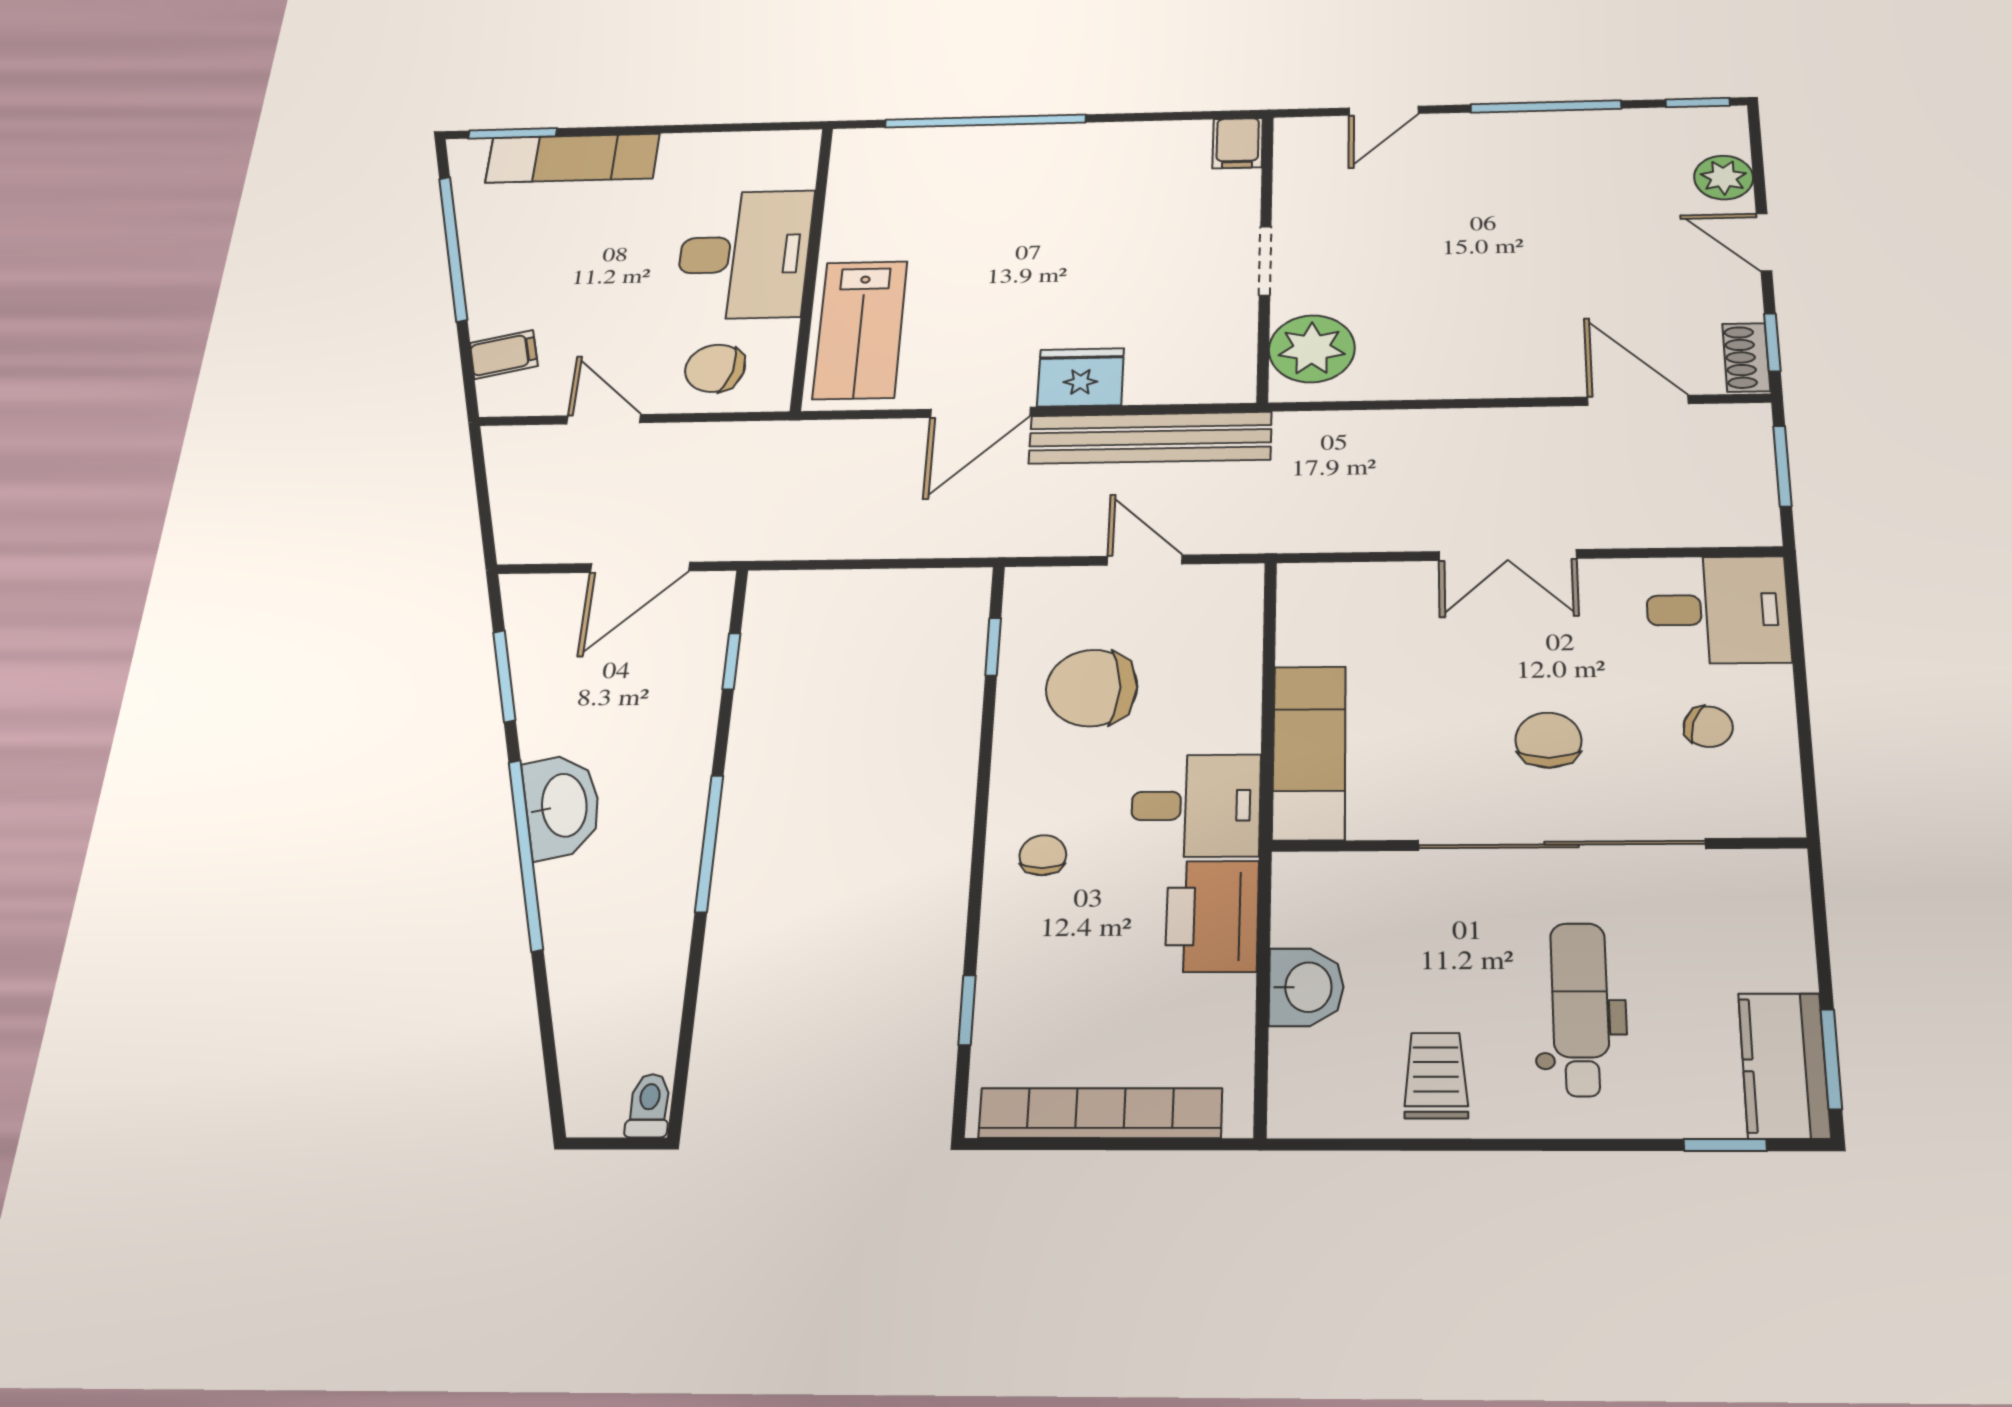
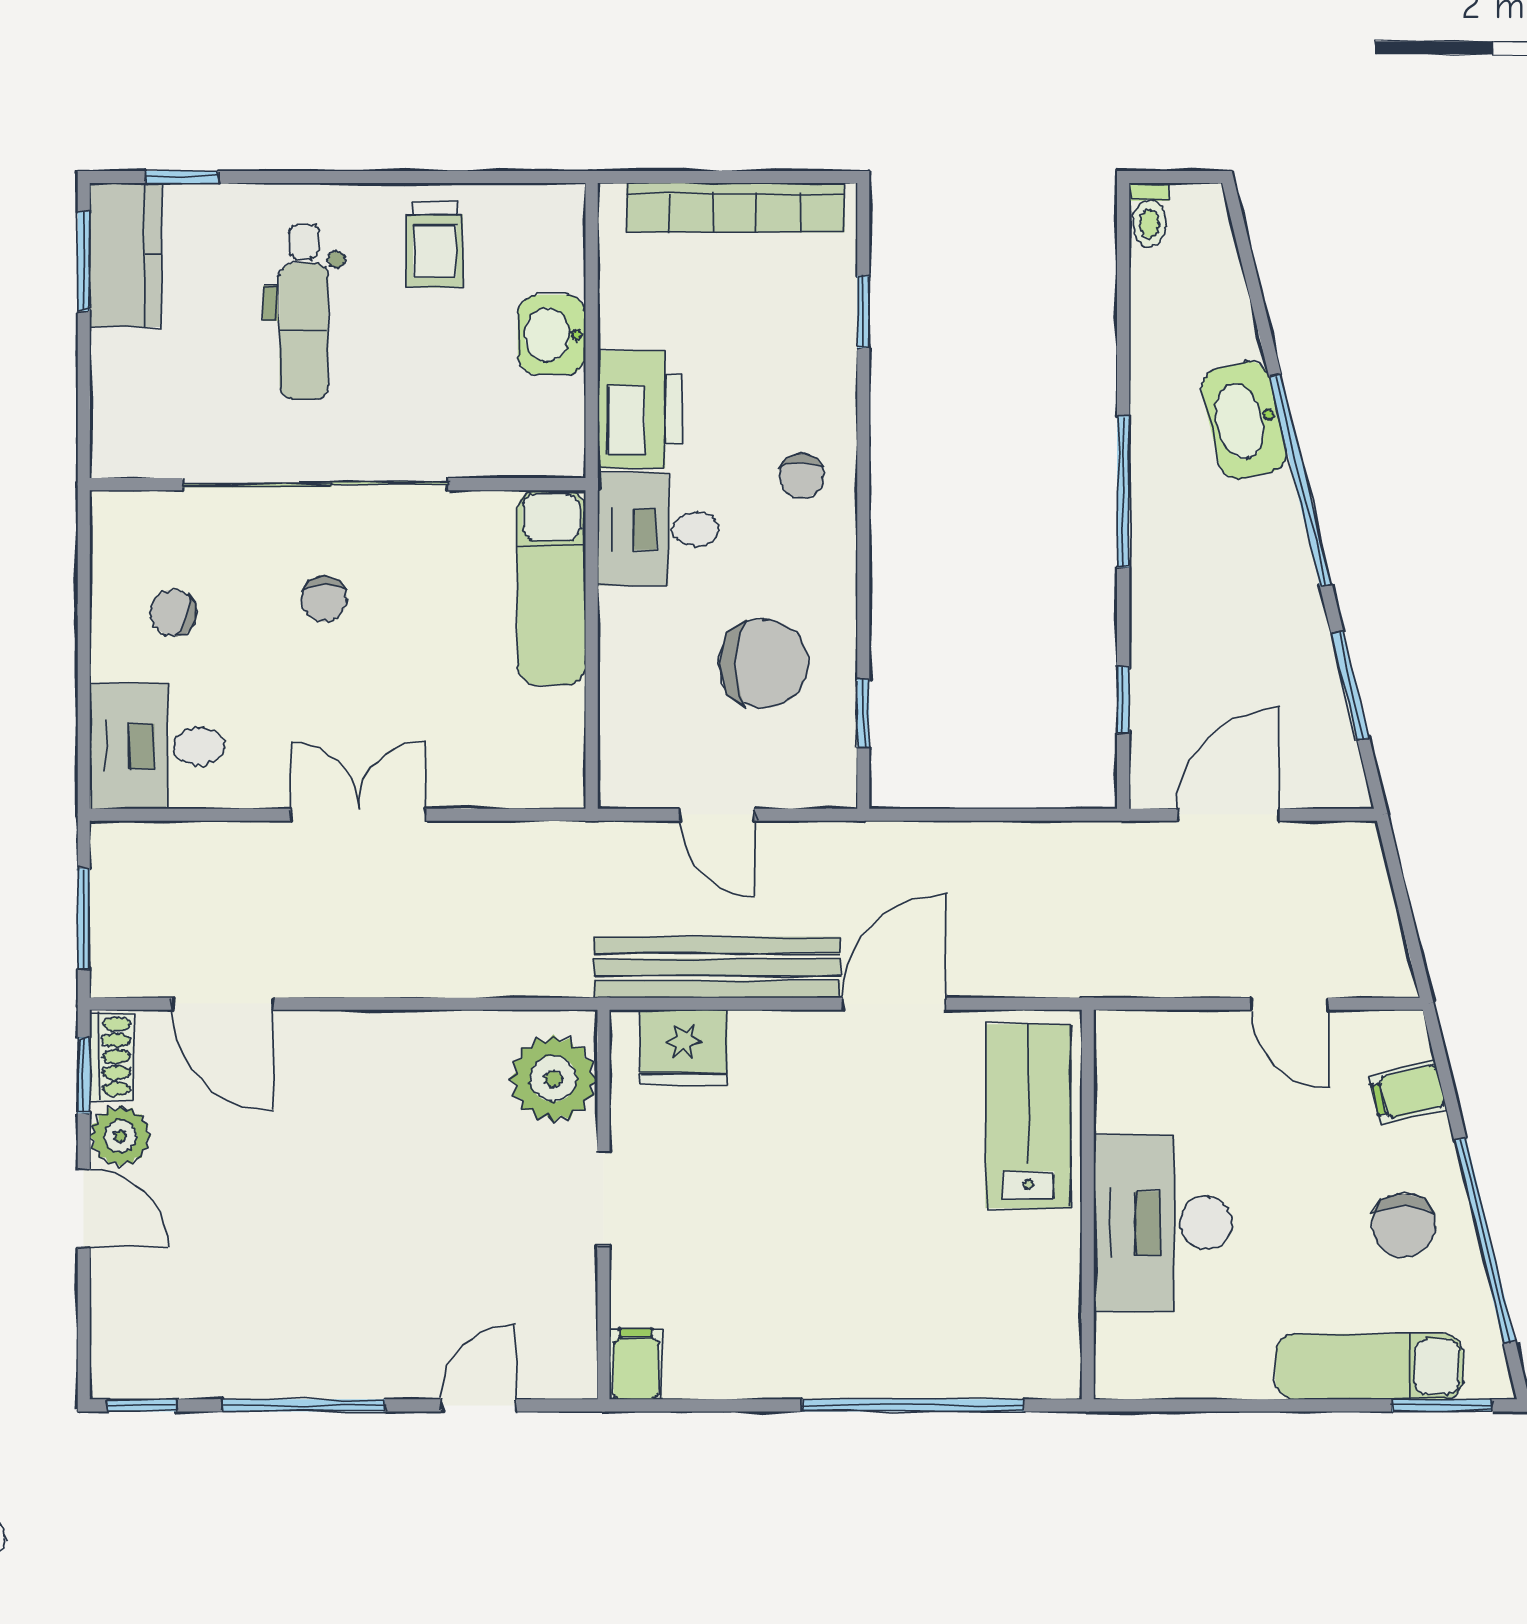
plant: (1724, 178) -> (120, 1136), moved
chair: (715, 368) -> (1404, 1226), moved, turned 78
fridge: (1081, 377) -> (684, 1047), moved
chair: (1548, 740) -> (324, 599), width x0.73, depth x0.73
washbasin: (562, 806) -> (1244, 420), moved

